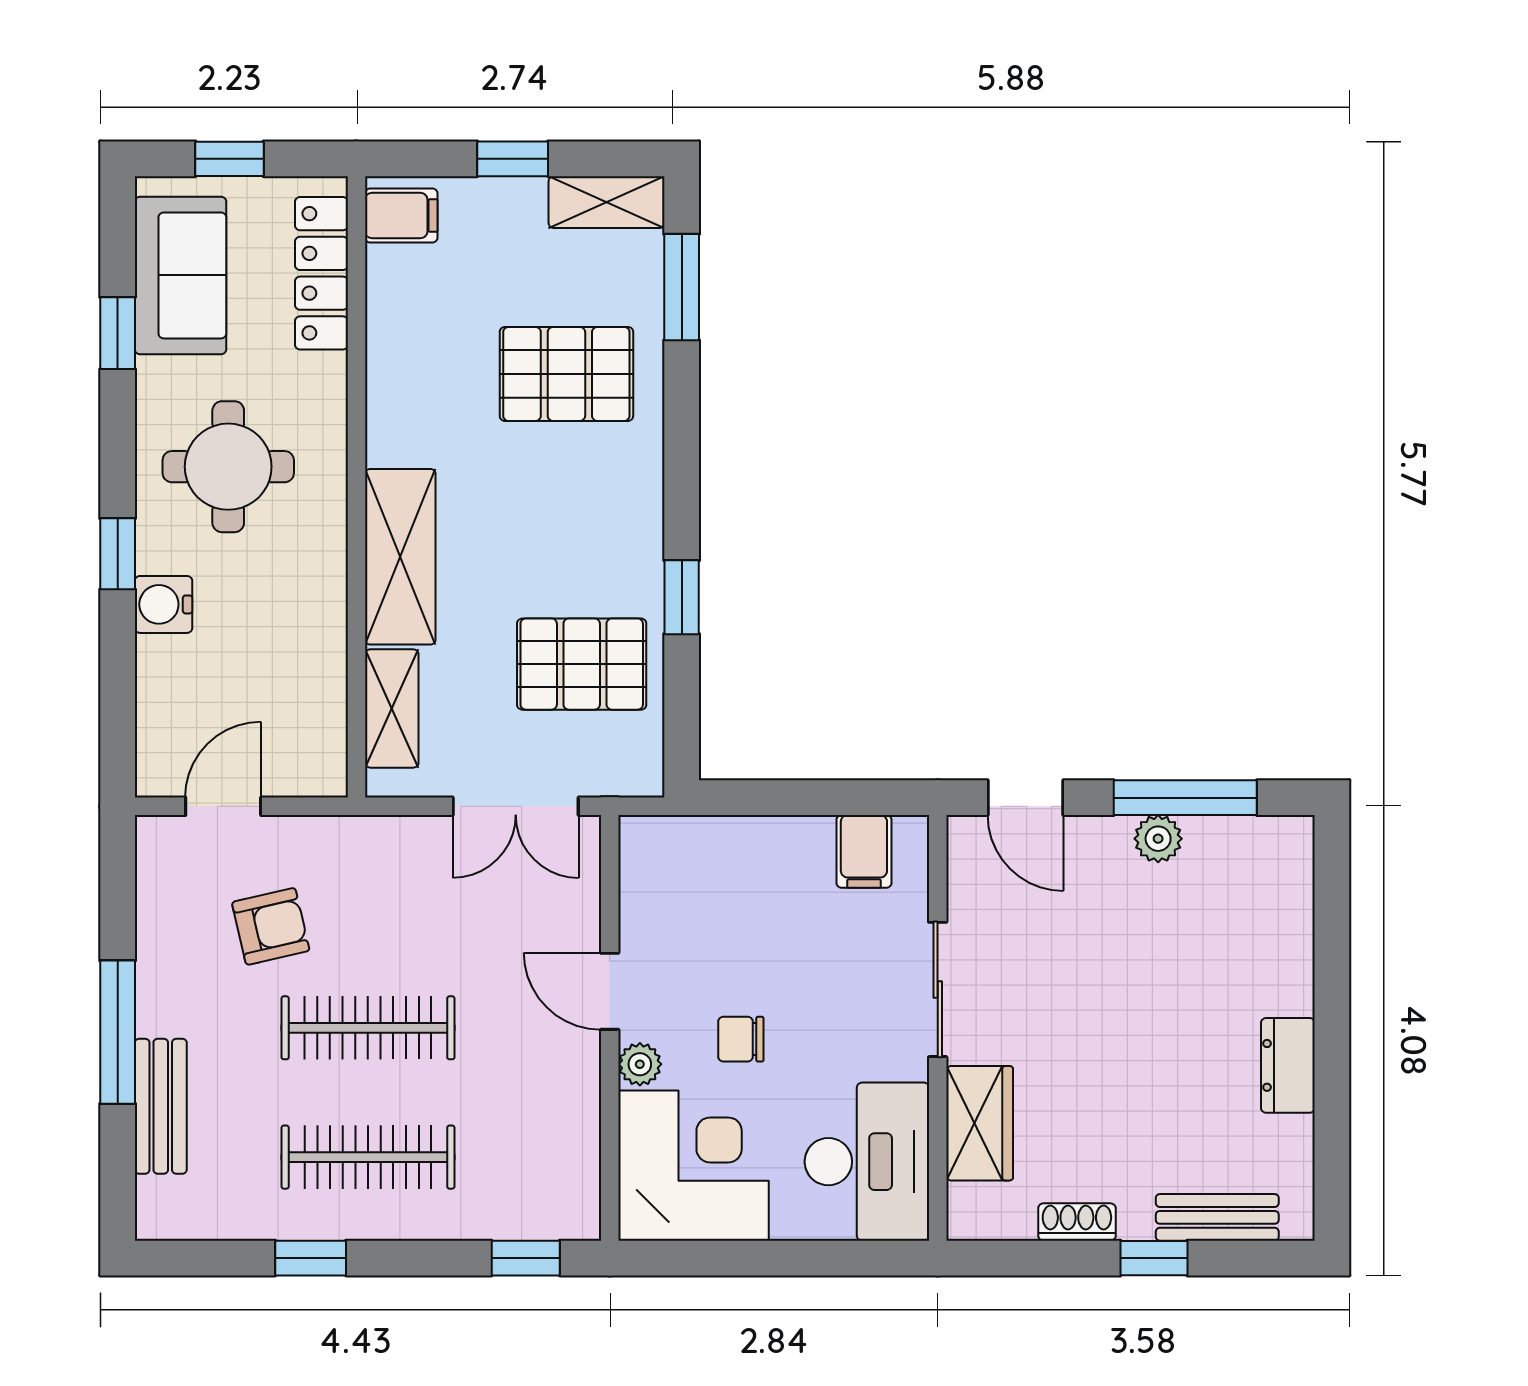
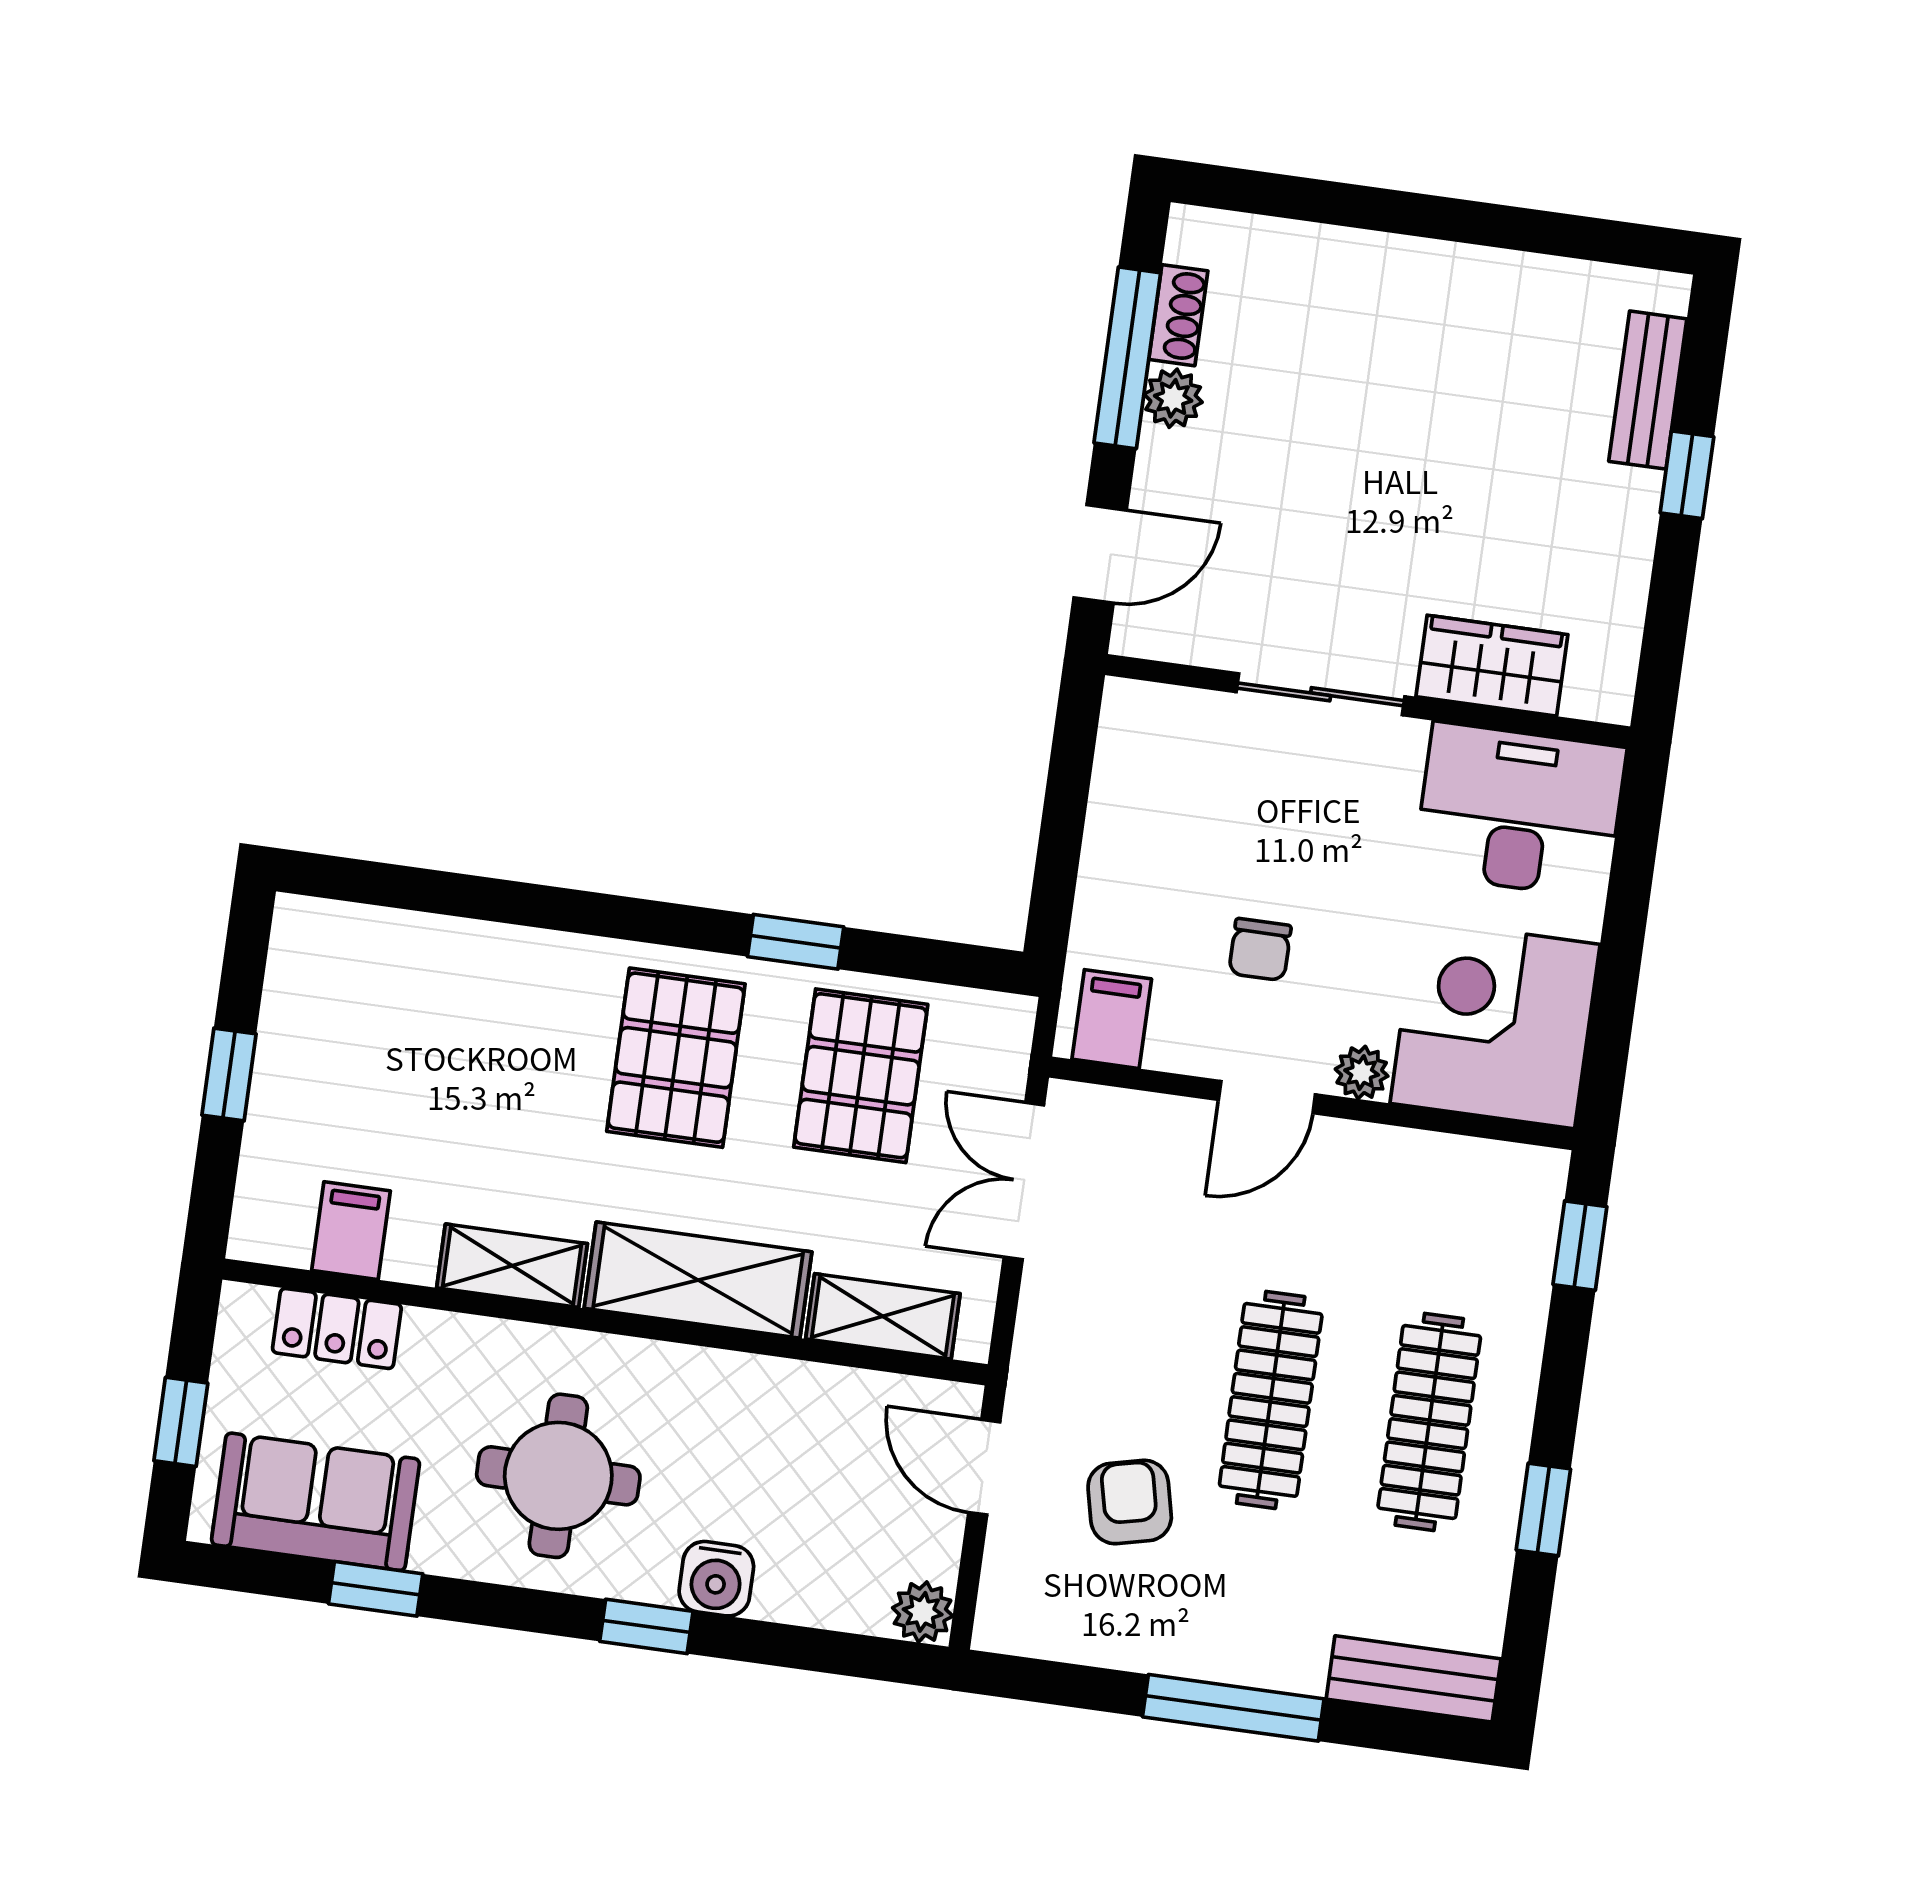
shelving: (607, 202) -> (512, 1266), moved, turned 90
filing cabinet: (401, 215) -> (351, 1231), moved
locker: (322, 273) -> (337, 1328), width x0.66
window: (682, 287) -> (415, 889), removed
pallet: (566, 374) -> (676, 1058), moved
plant: (160, 773) -> (923, 1612), added
door: (223, 806) -> (984, 1467), moved
double door: (516, 806) -> (1024, 1181), swing flipped
filing cabinet: (864, 851) -> (1112, 1019), moved, turned -90
chair: (741, 1039) -> (1260, 950), moved
dresser: (1288, 1065) -> (1473, 278), removed
bench: (161, 1106) -> (1414, 1679), moved
shoe rack: (1077, 1222) -> (1178, 315), moved, turned 180

